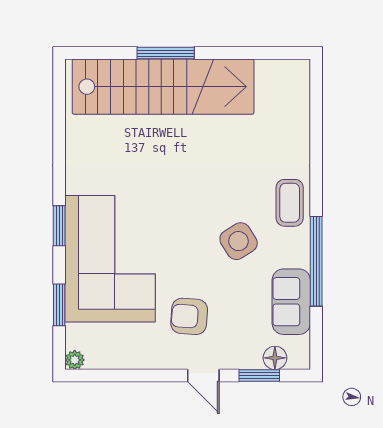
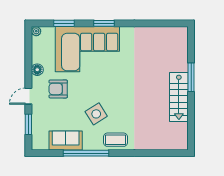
stairs: (163, 87) -> (179, 97), width x0.54, depth x0.66
armchair: (189, 316) -> (58, 89), turned -94
floor lamp: (275, 358) -> (37, 70), moved

